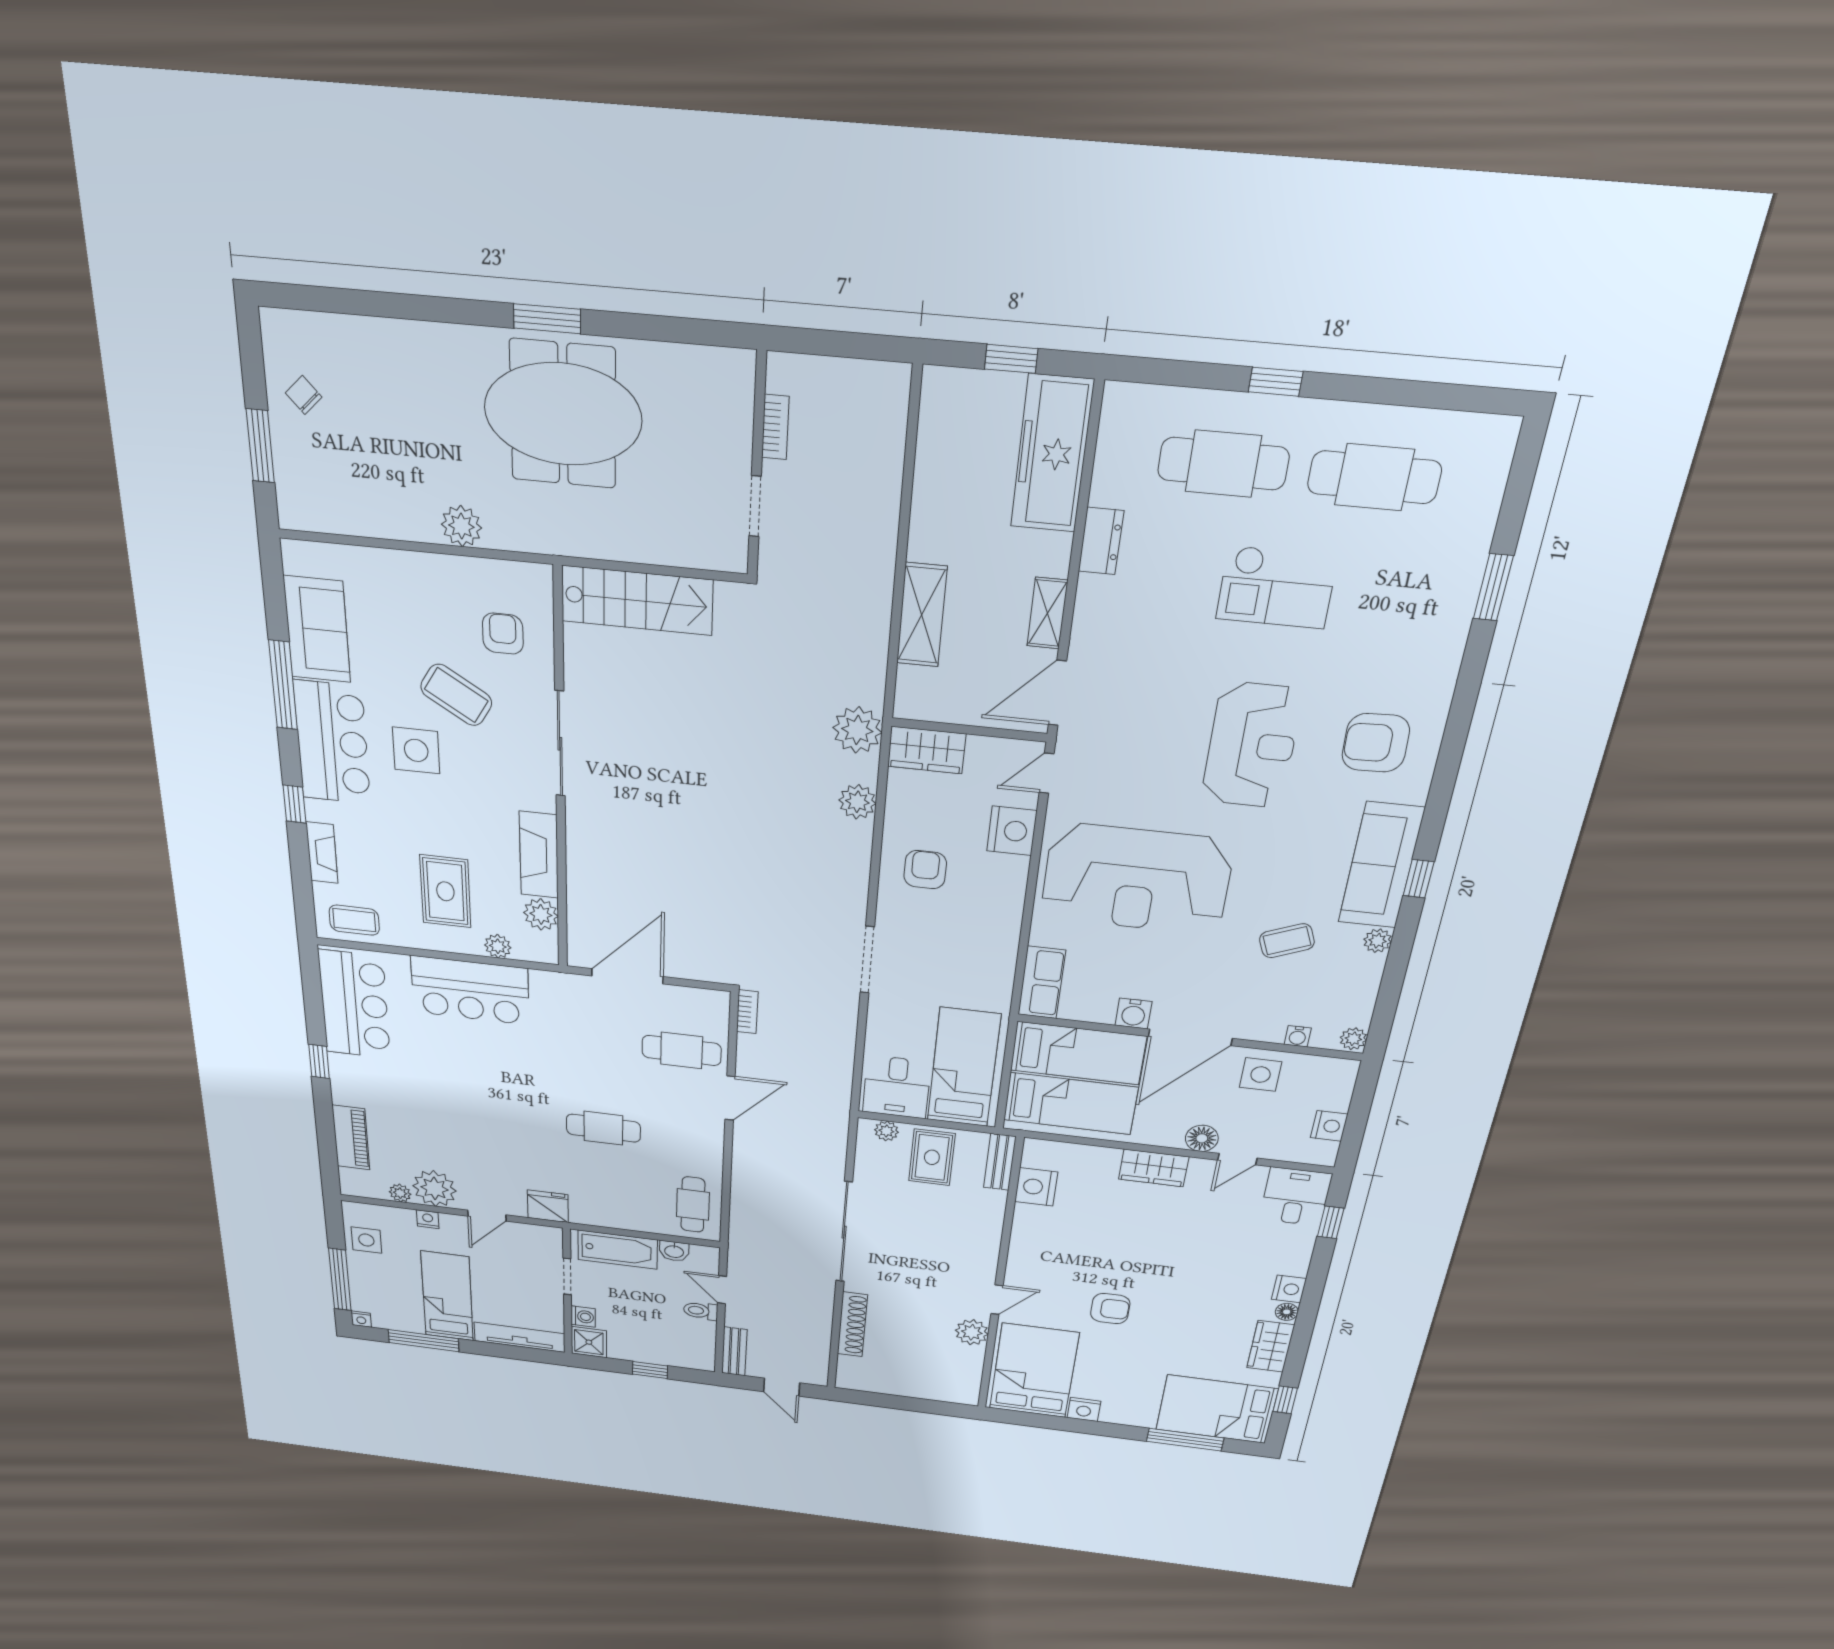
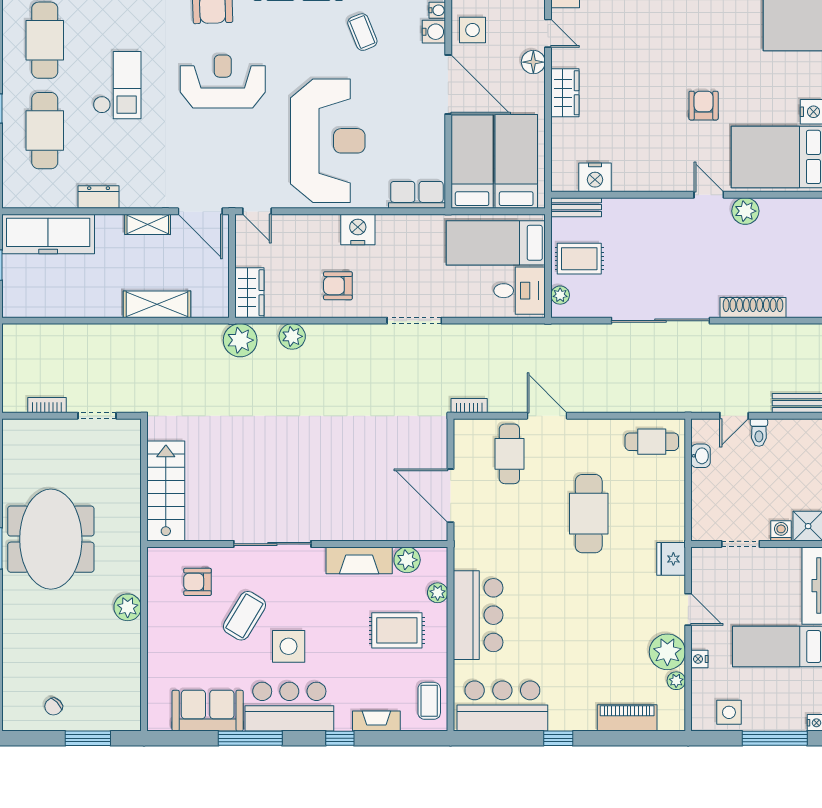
nightstand: (1012, 831) -> (358, 229), moved
water cooler: (1134, 1013) -> (434, 32), moved
cafe table: (603, 1128) -> (589, 514), width x1.37, depth x1.35
bathtub: (618, 1250) -> (706, 502), removed

